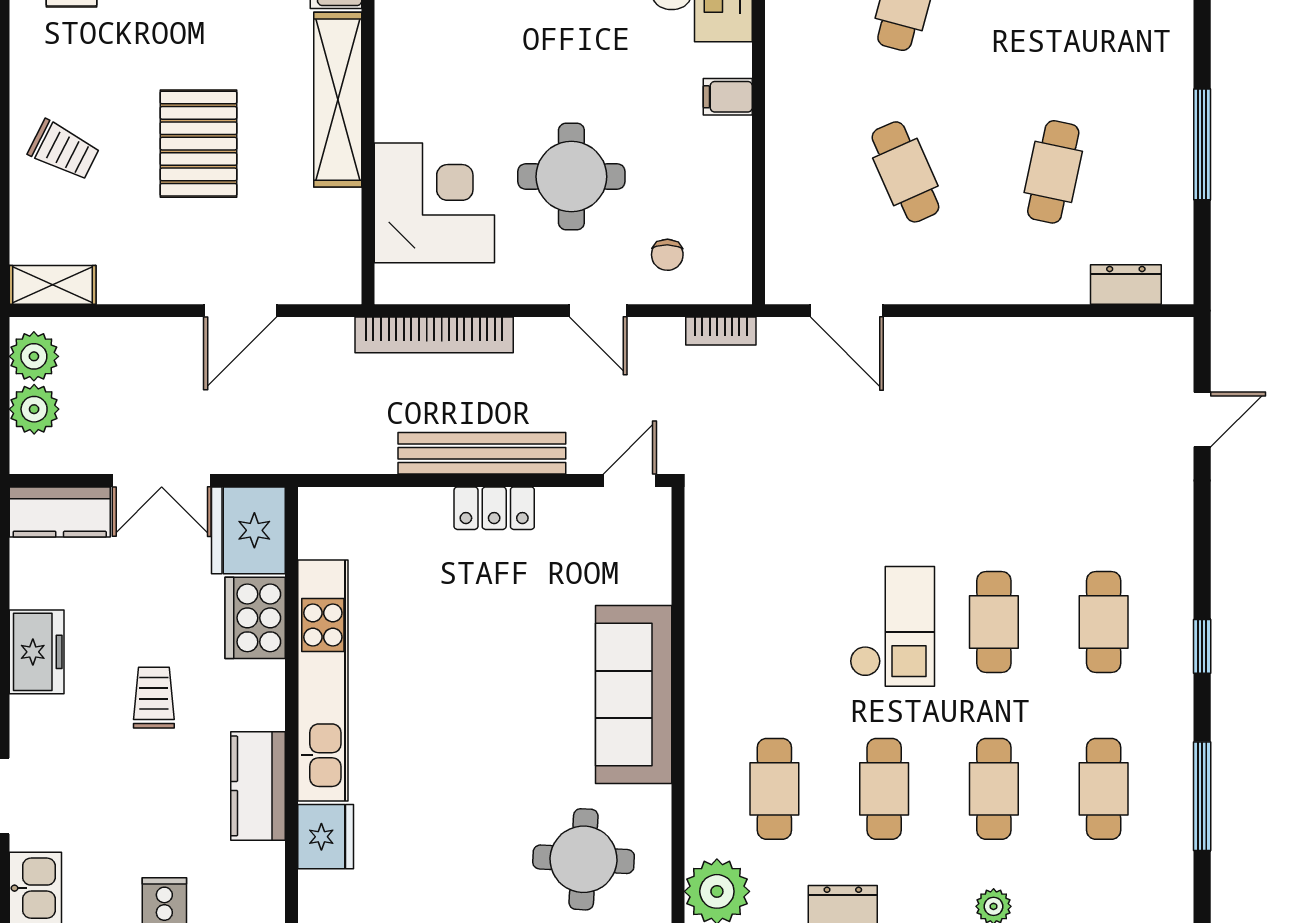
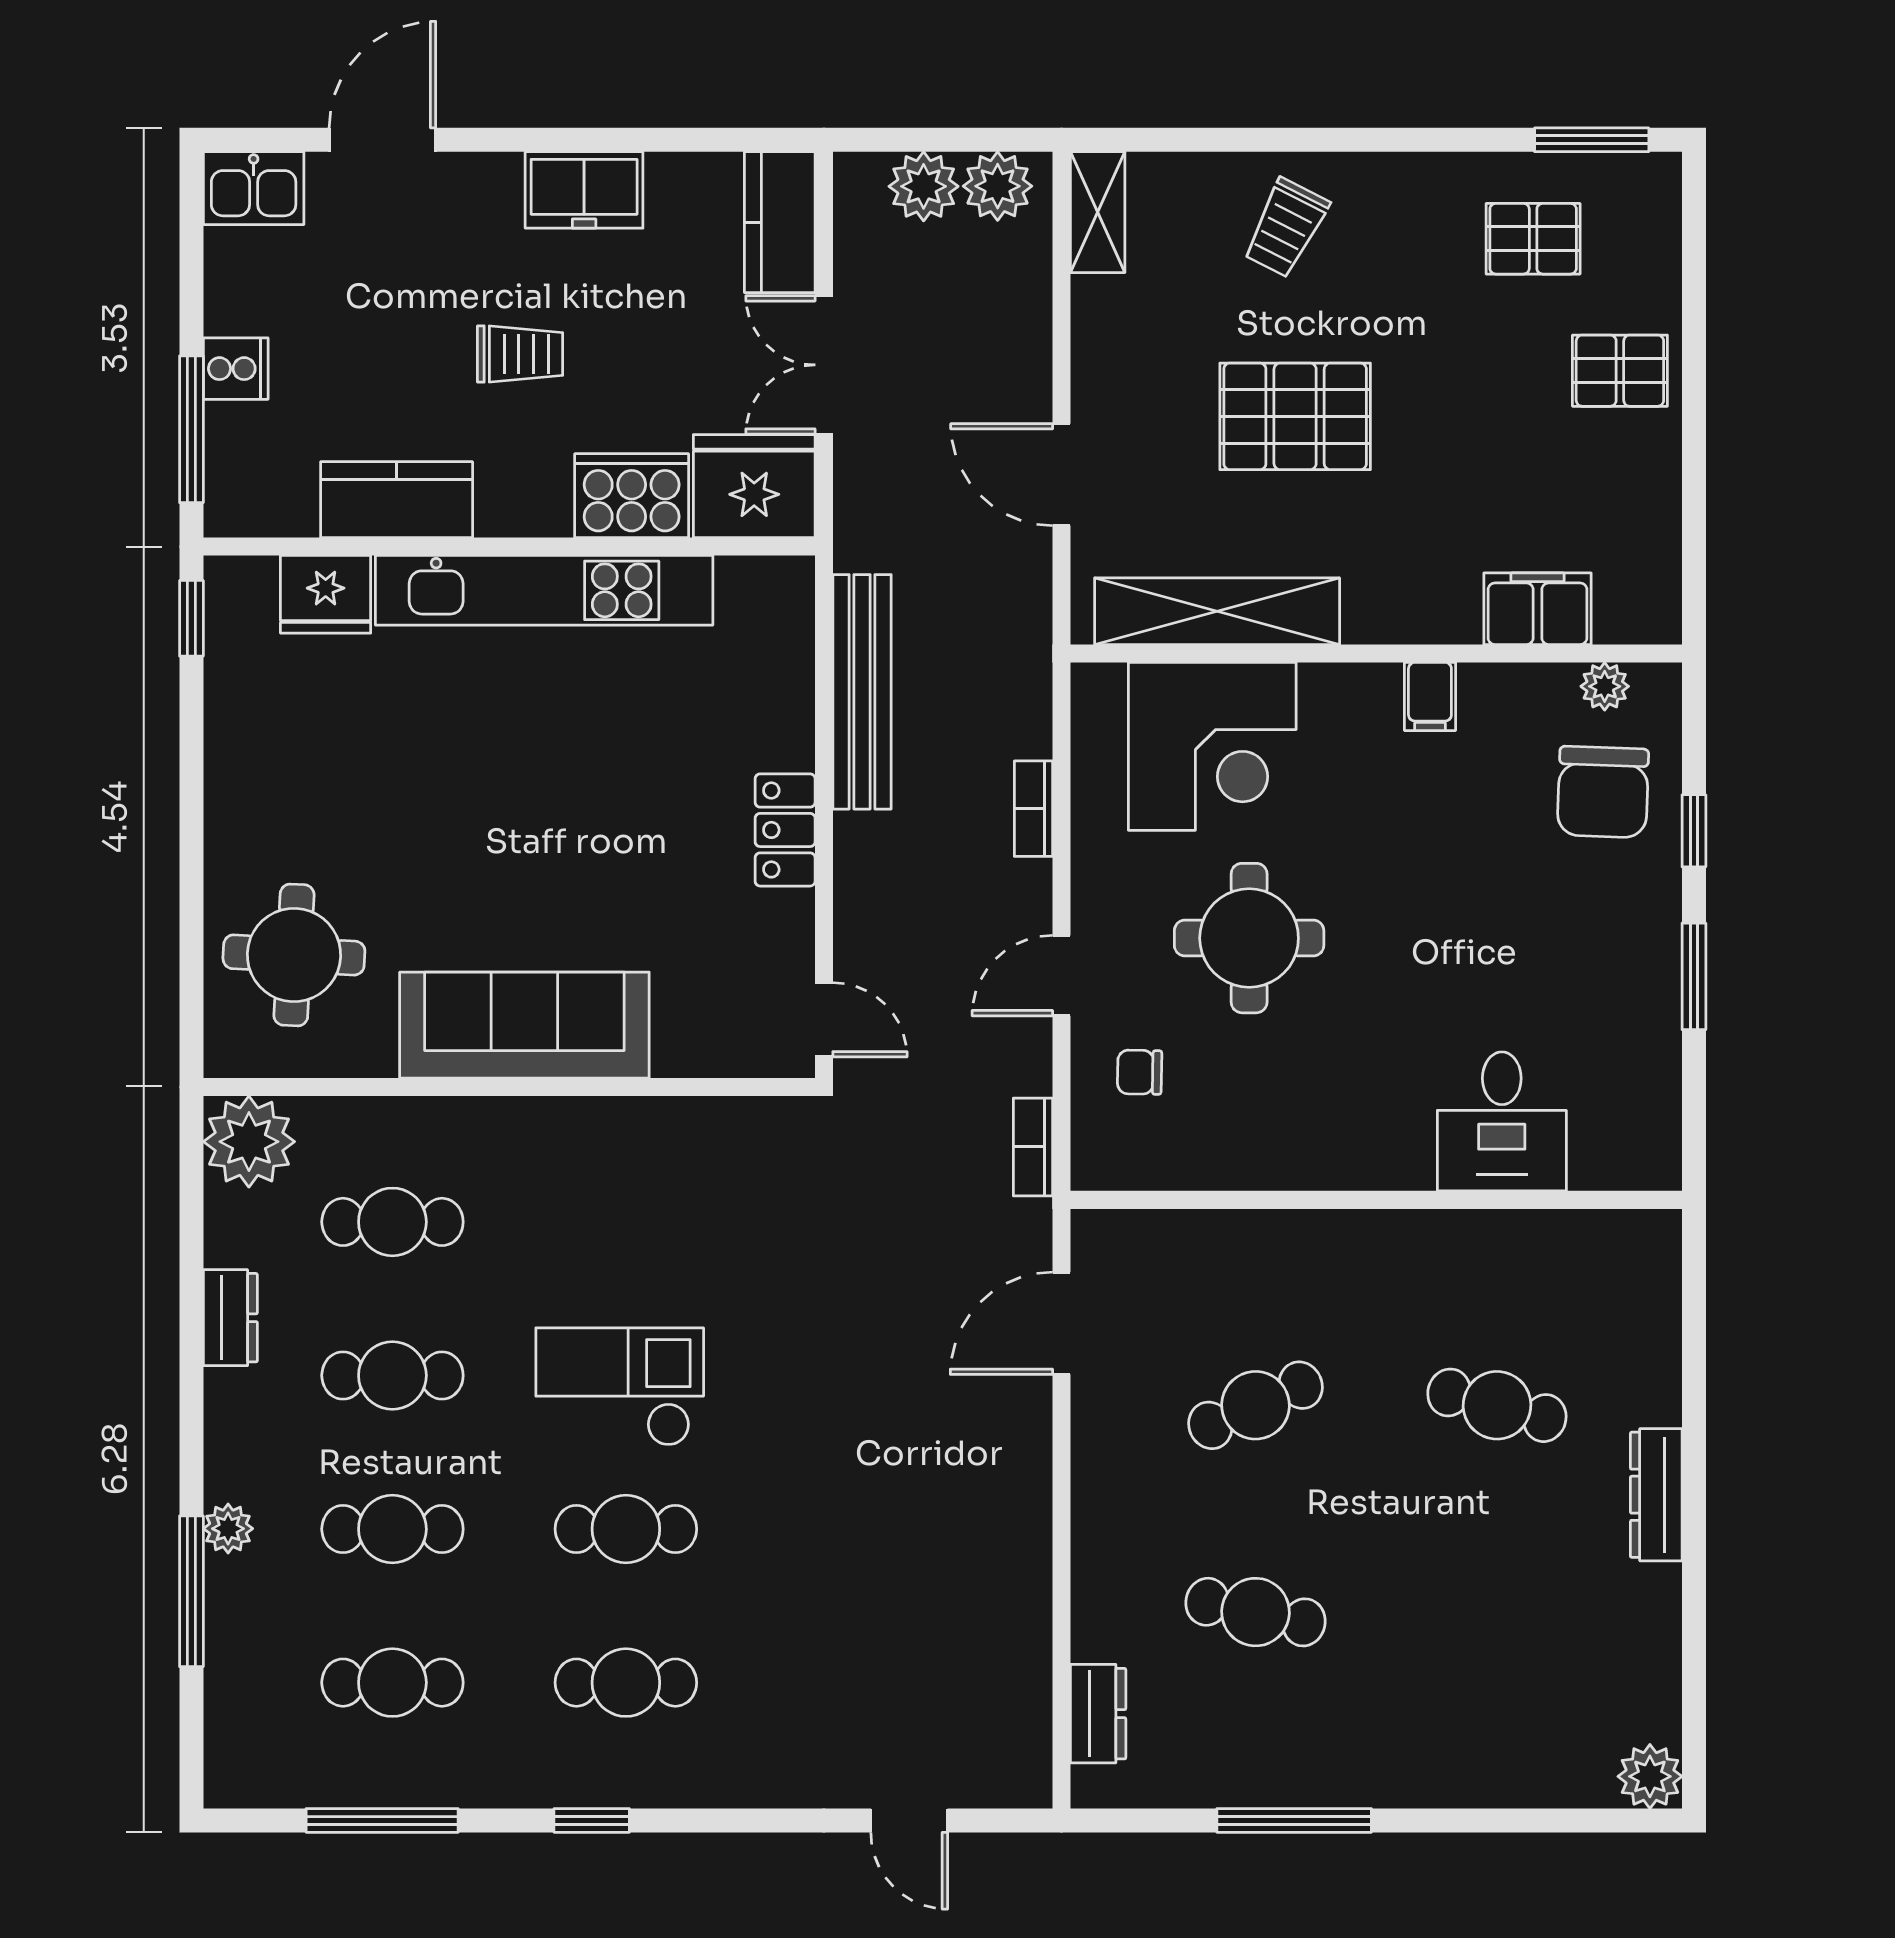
filing cabinet: (728, 97) -> (1430, 696), moved, turned 180
shelving: (338, 100) -> (1217, 611), moved
bookcase: (434, 335) -> (1033, 809), width x0.43, depth x0.76
bench: (482, 453) -> (862, 692), moved
checkout: (892, 626) -> (620, 1387), turned 180

